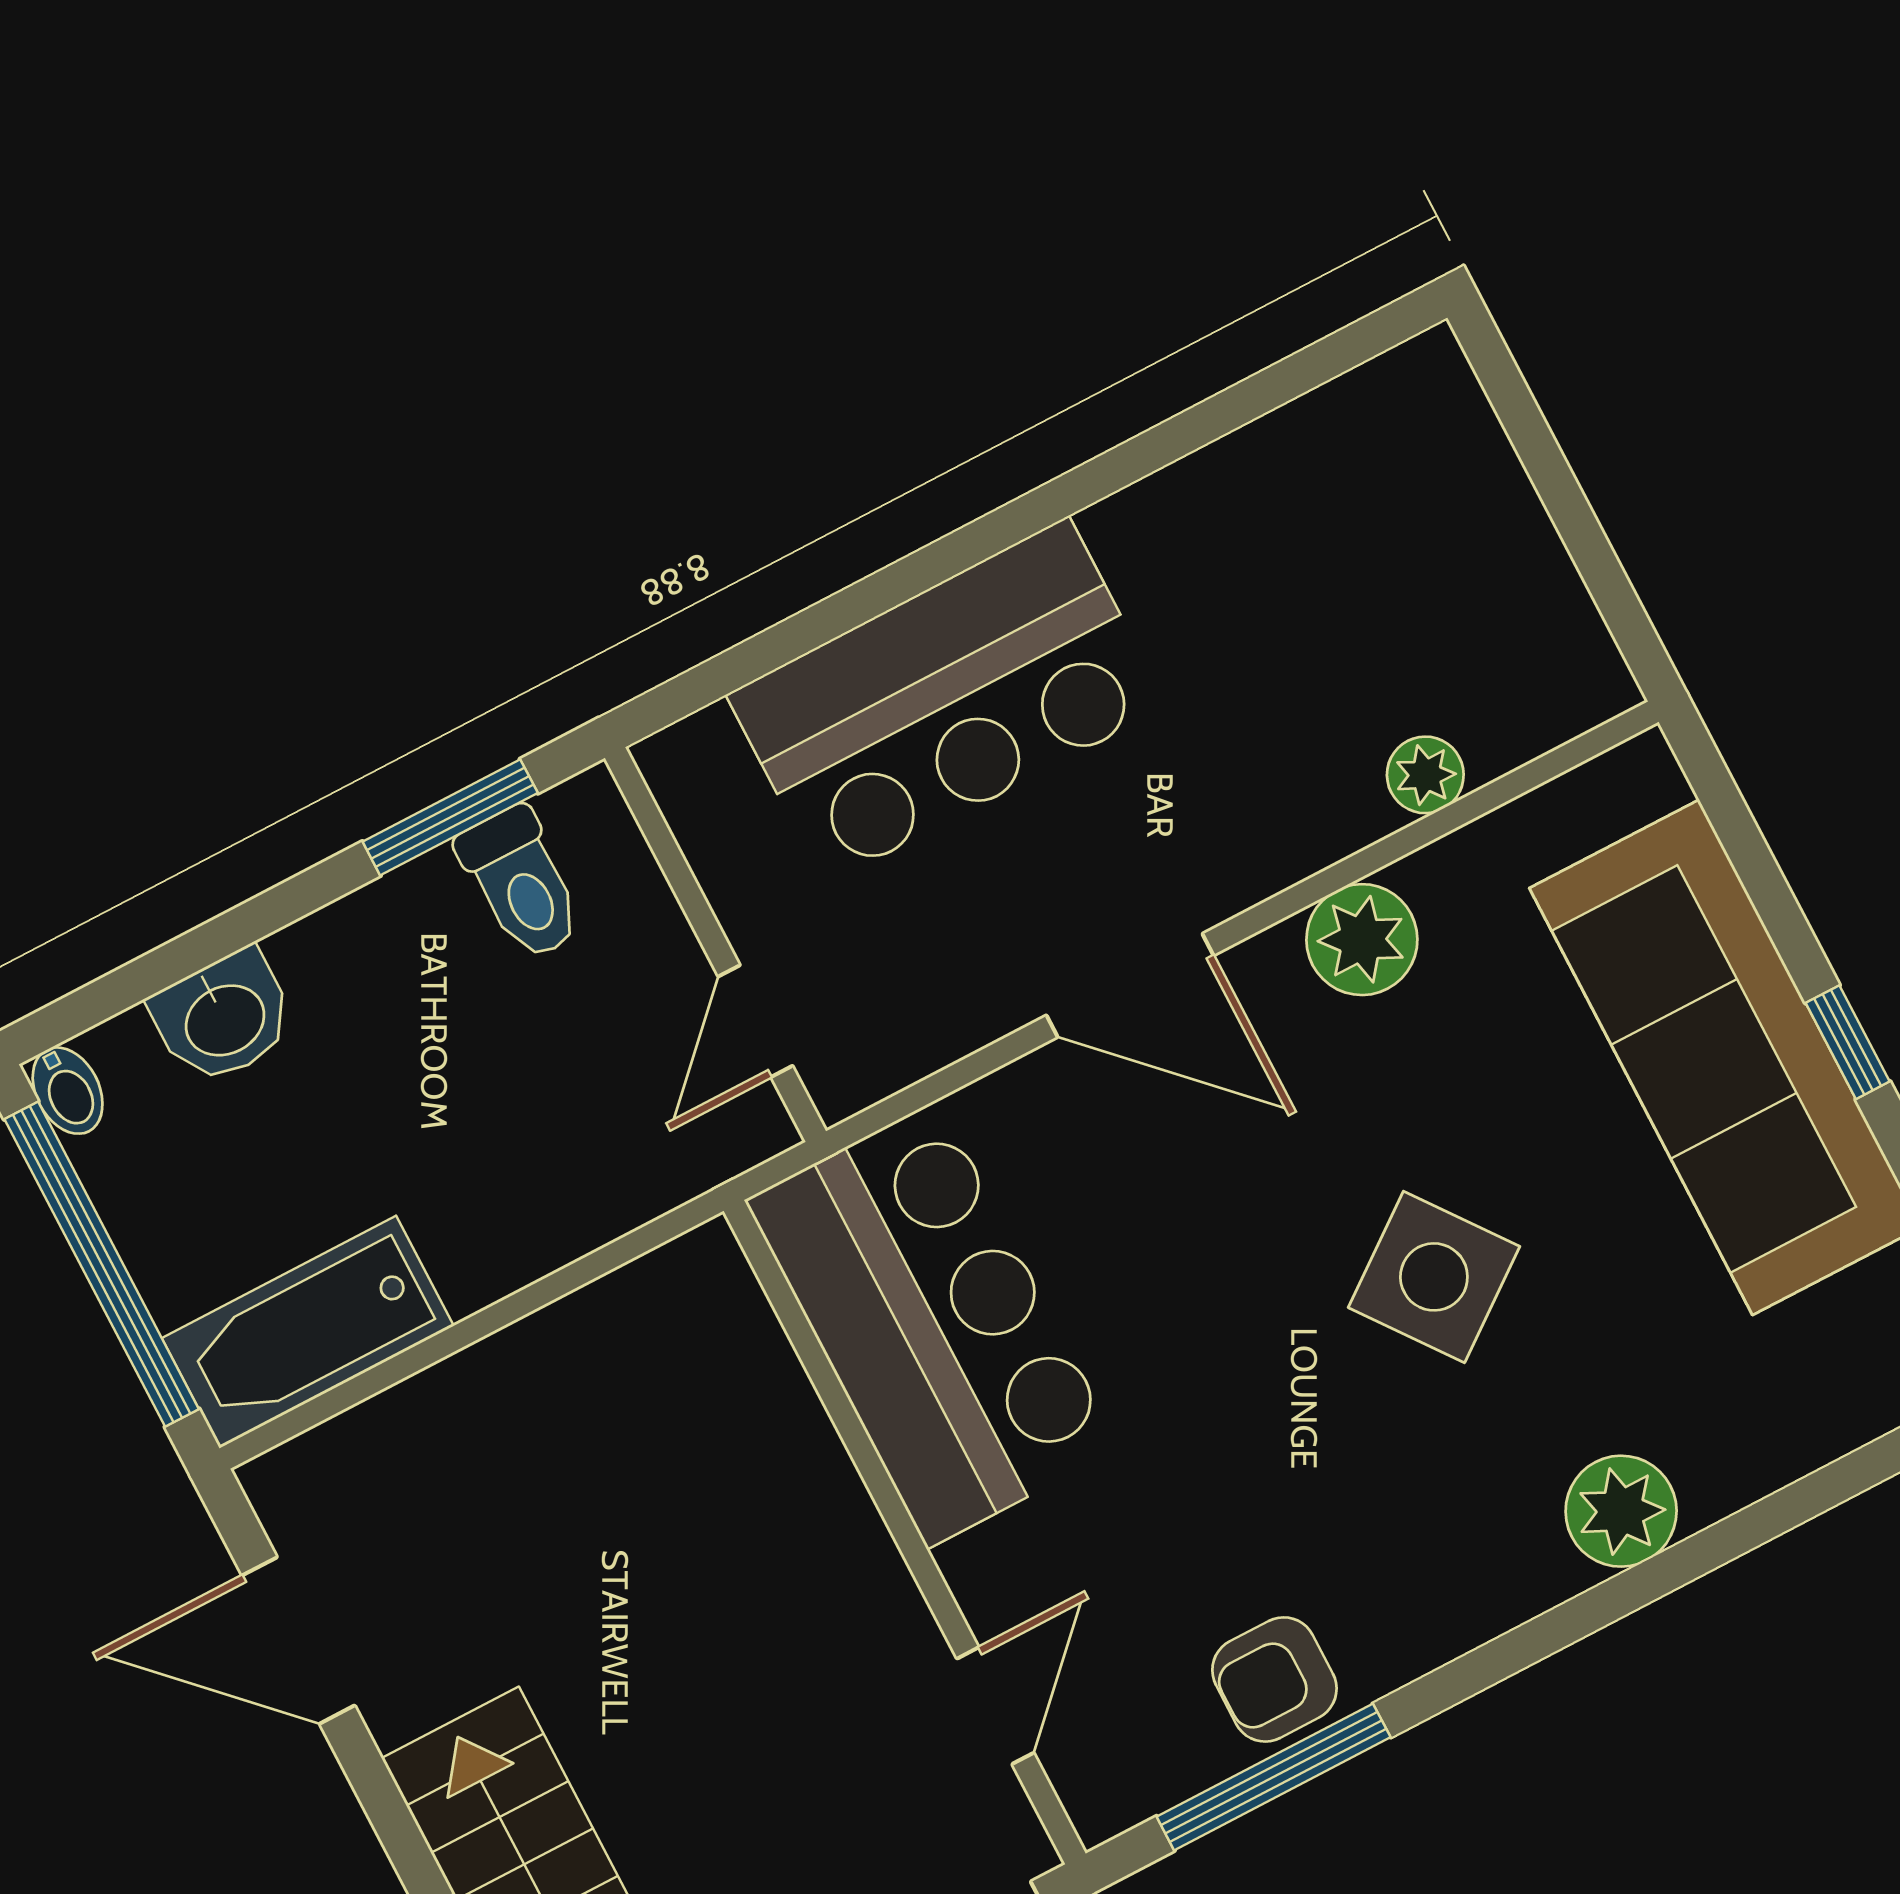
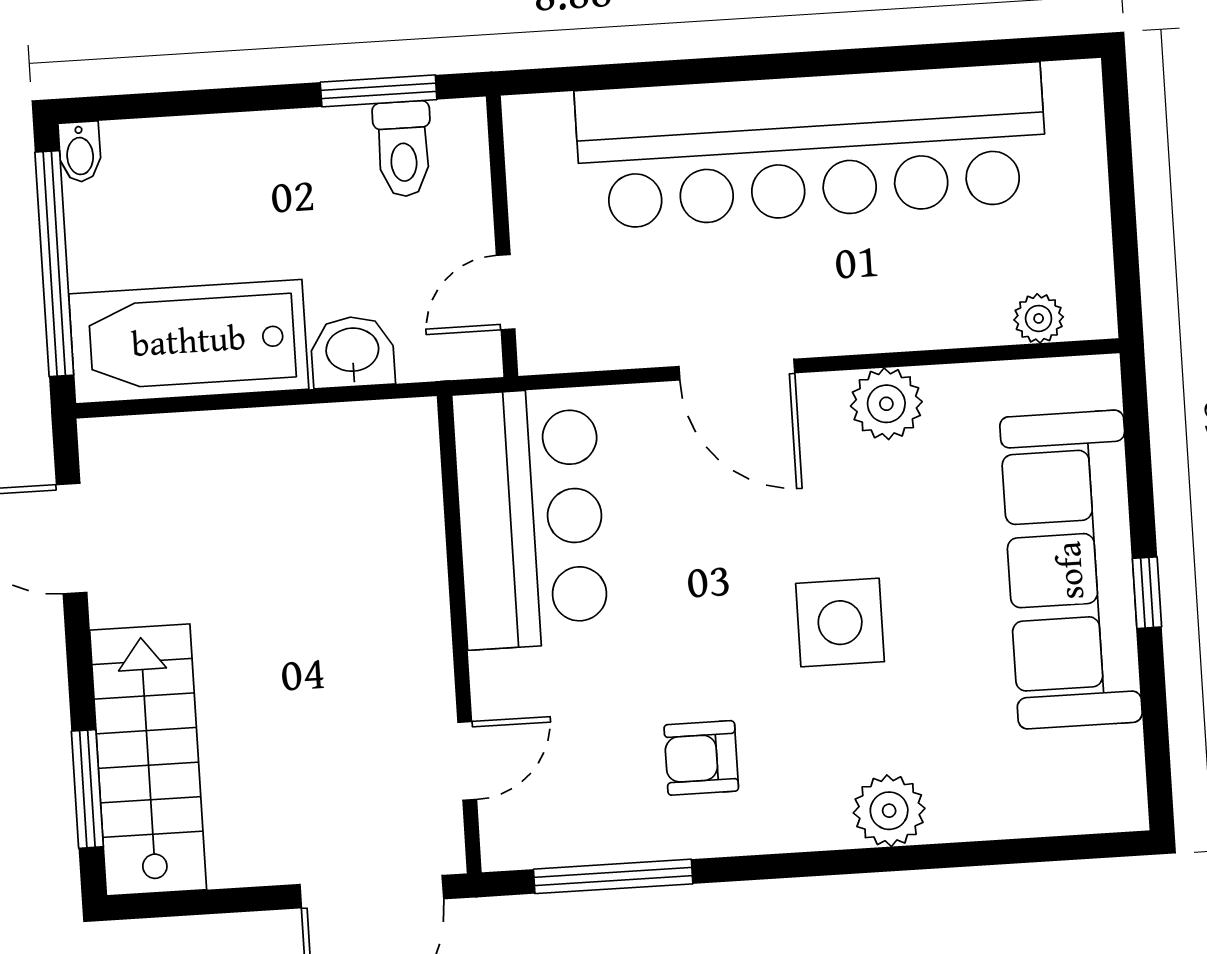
bar counter: (947, 701) -> (811, 146), width x1.86
plant: (1425, 775) -> (1039, 318), moved
washbasin: (224, 1018) -> (353, 352), moved, turned 180
side table: (1434, 1277) -> (840, 623), turned 37
bathtub: (308, 1332) -> (189, 342), width x1.36, depth x1.36
armchair: (1274, 1679) -> (701, 758), moved

